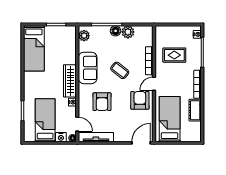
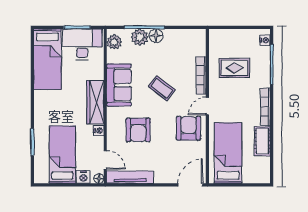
plant: (128, 32) -> (140, 37), moved
desk: (60, 37) -> (82, 44), added

